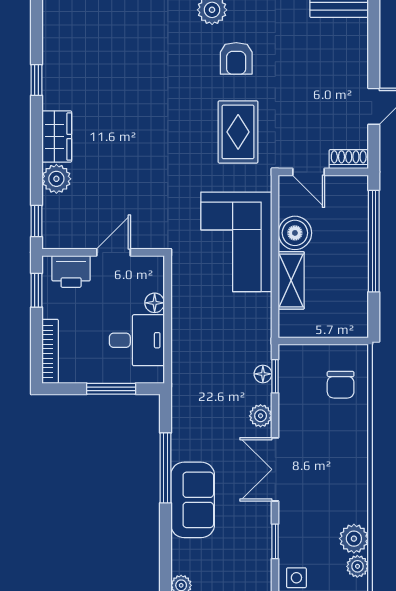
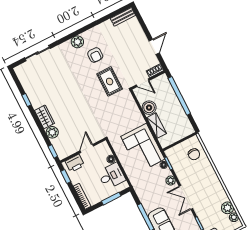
corner sofa: (236, 242) -> (143, 148), moved

